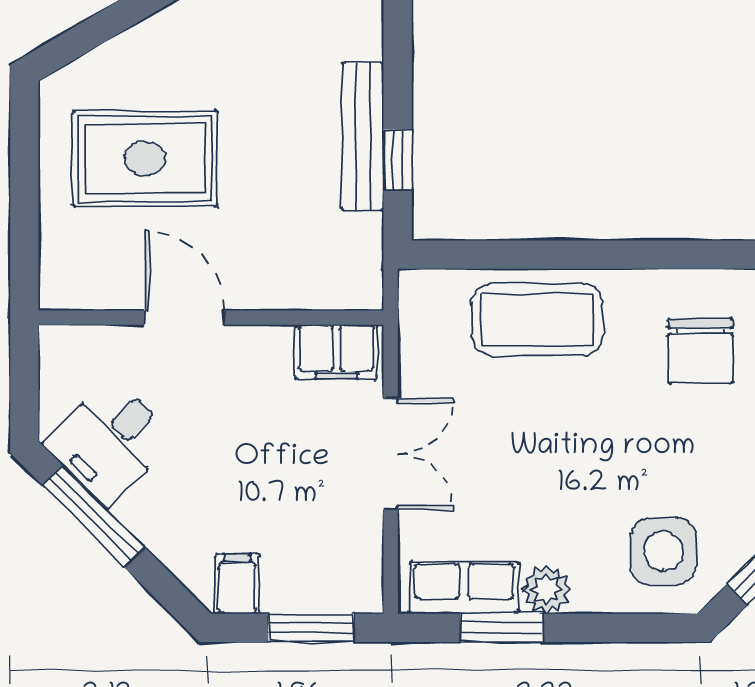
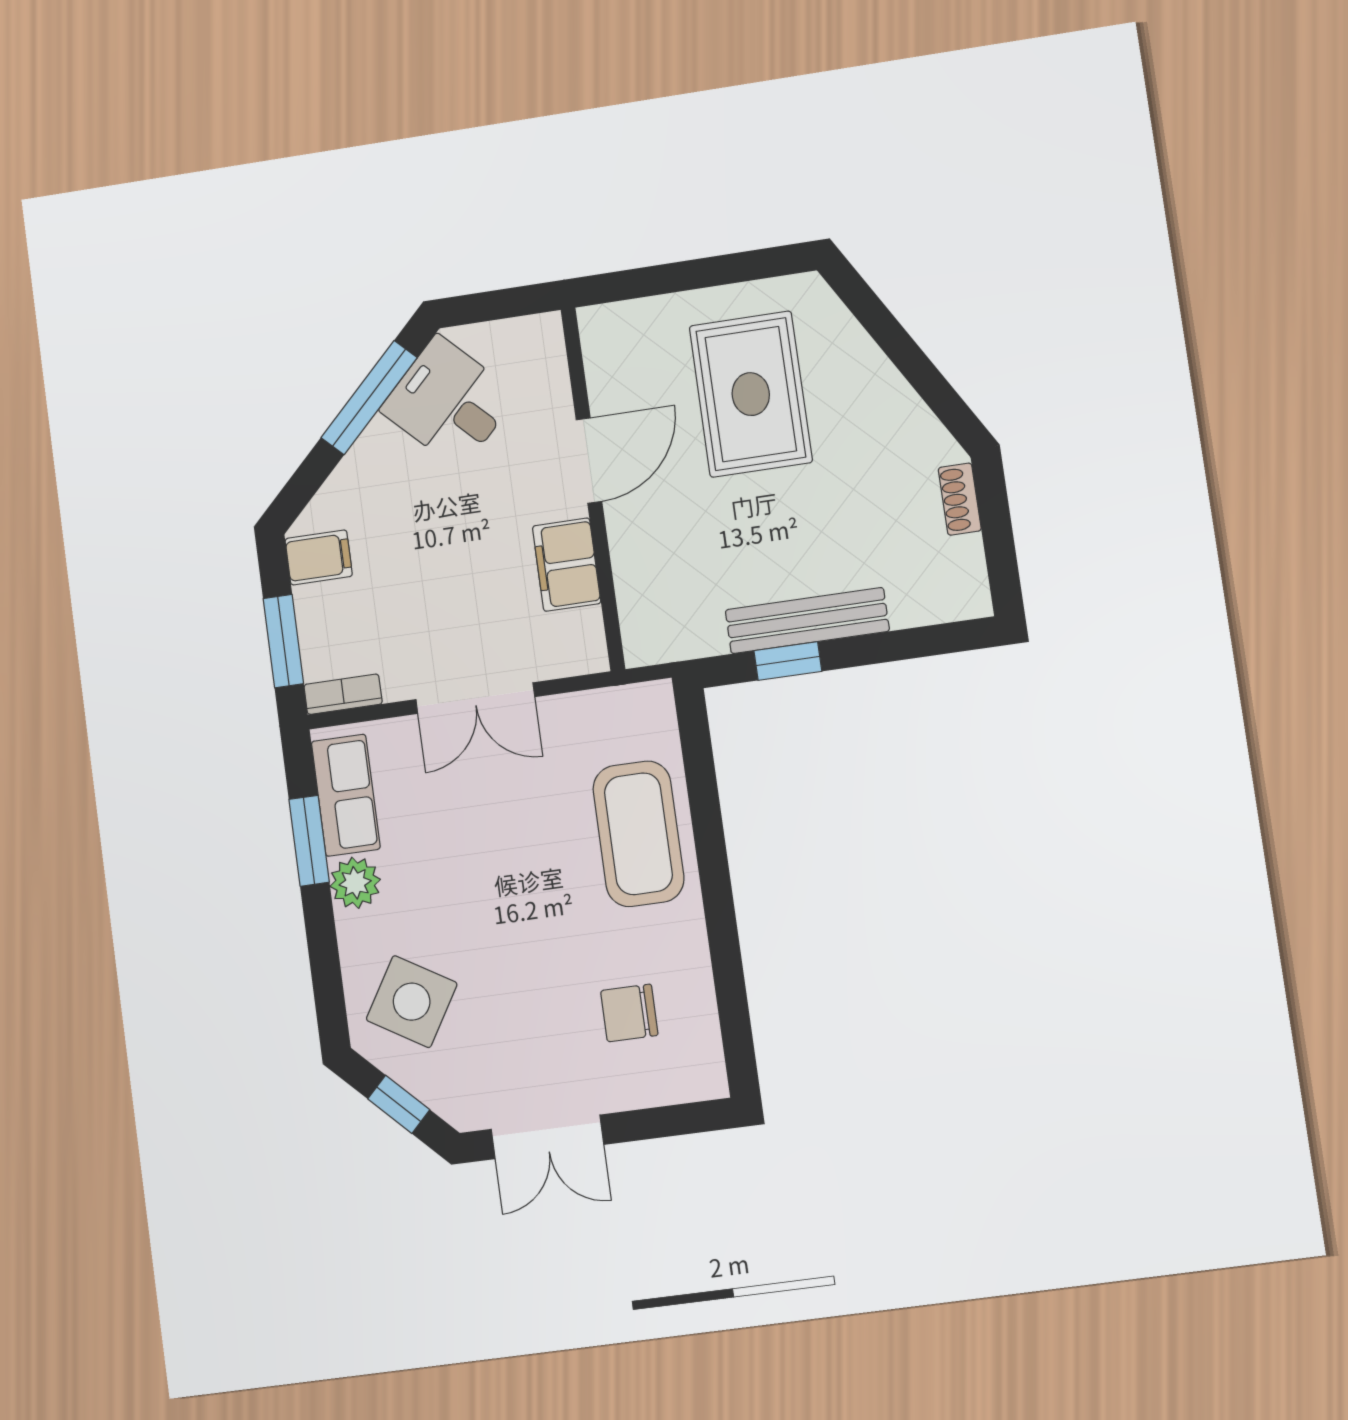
chair: (700, 351) -> (629, 1013), width x0.73, depth x0.73
filing cabinet: (336, 352) -> (567, 565), moved
side table: (663, 551) -> (412, 1002), turned 31
bookcase: (369, 578) -> (343, 694), added

